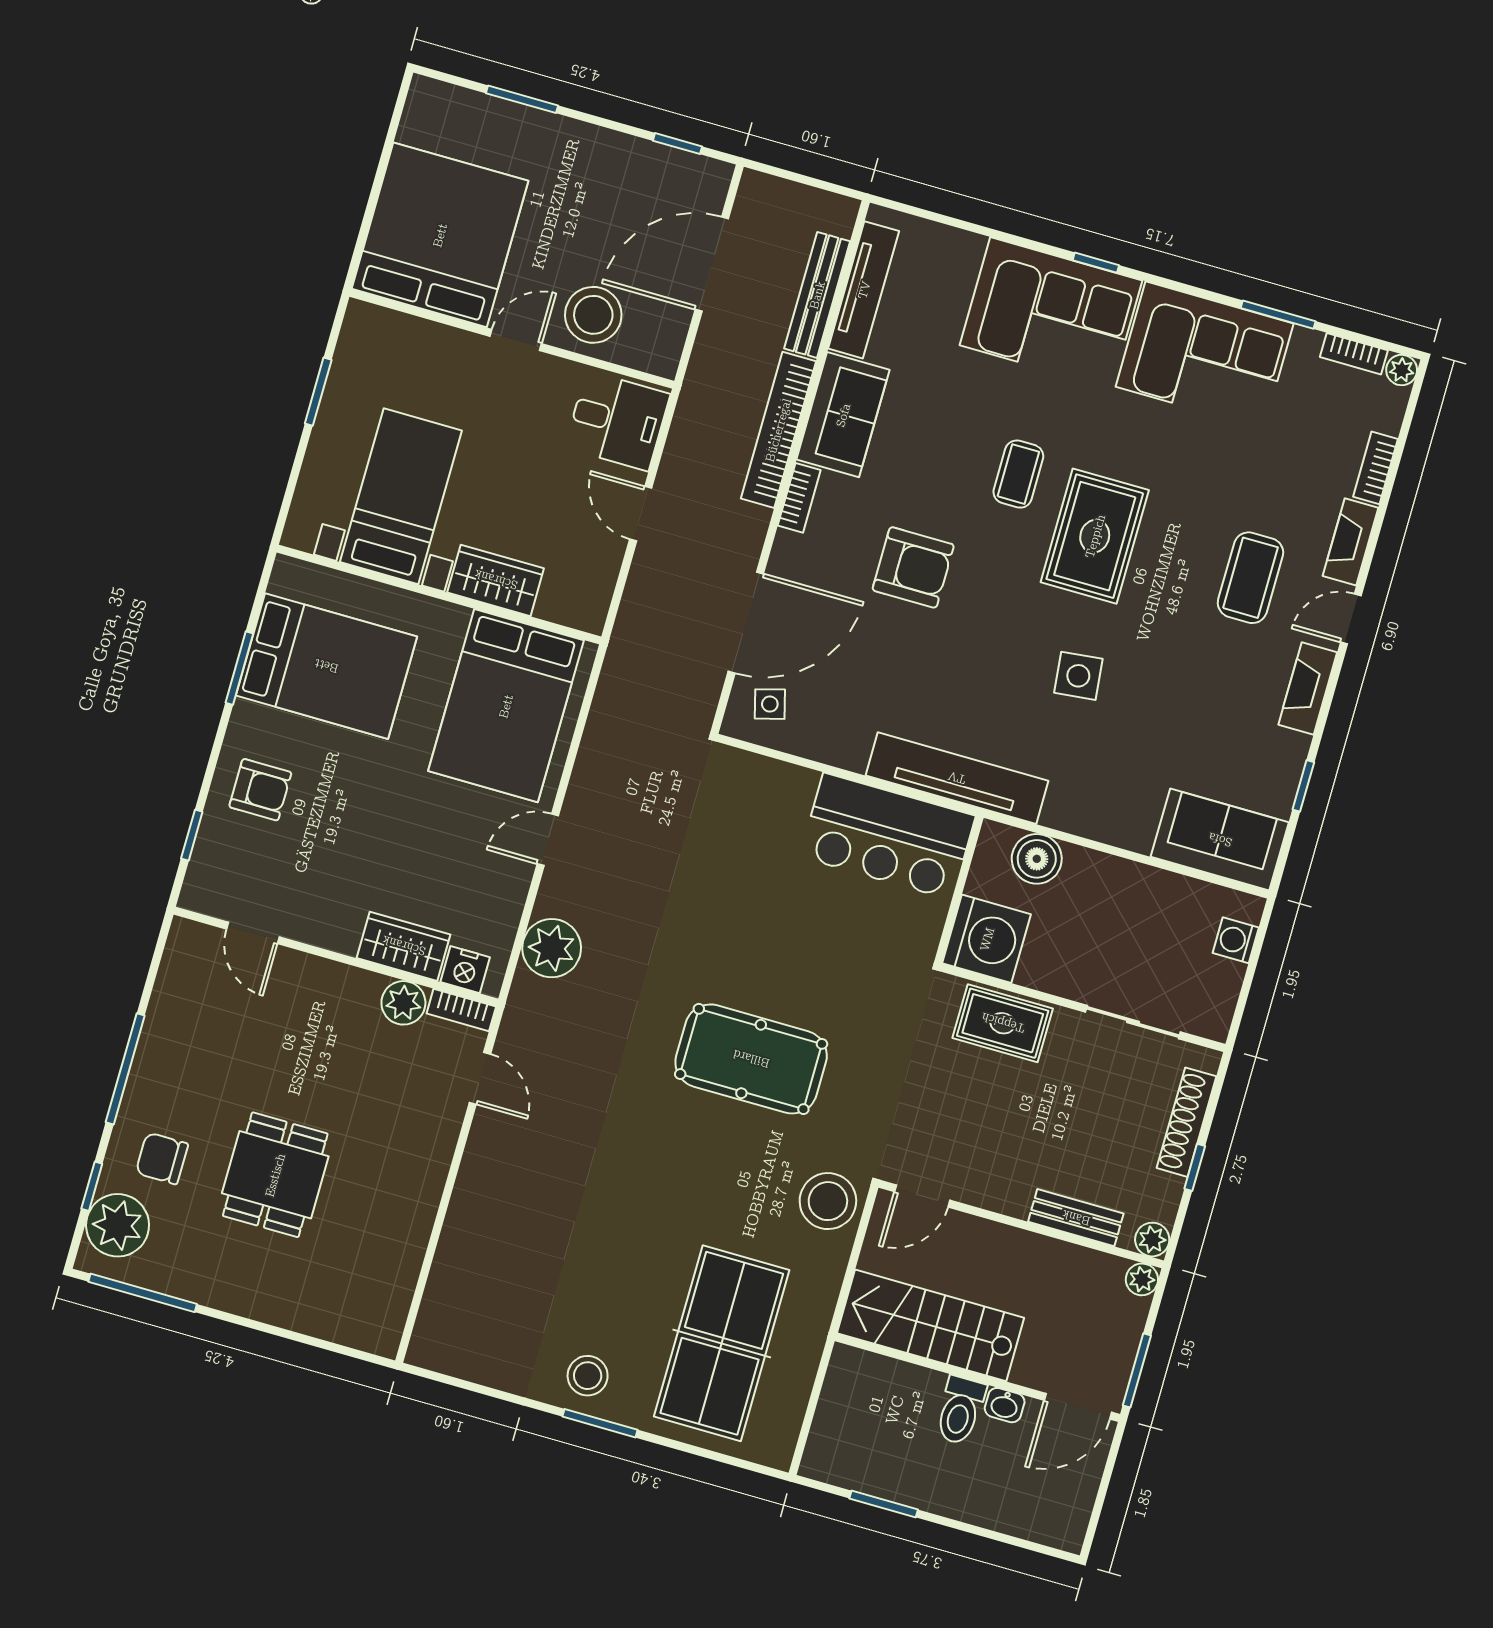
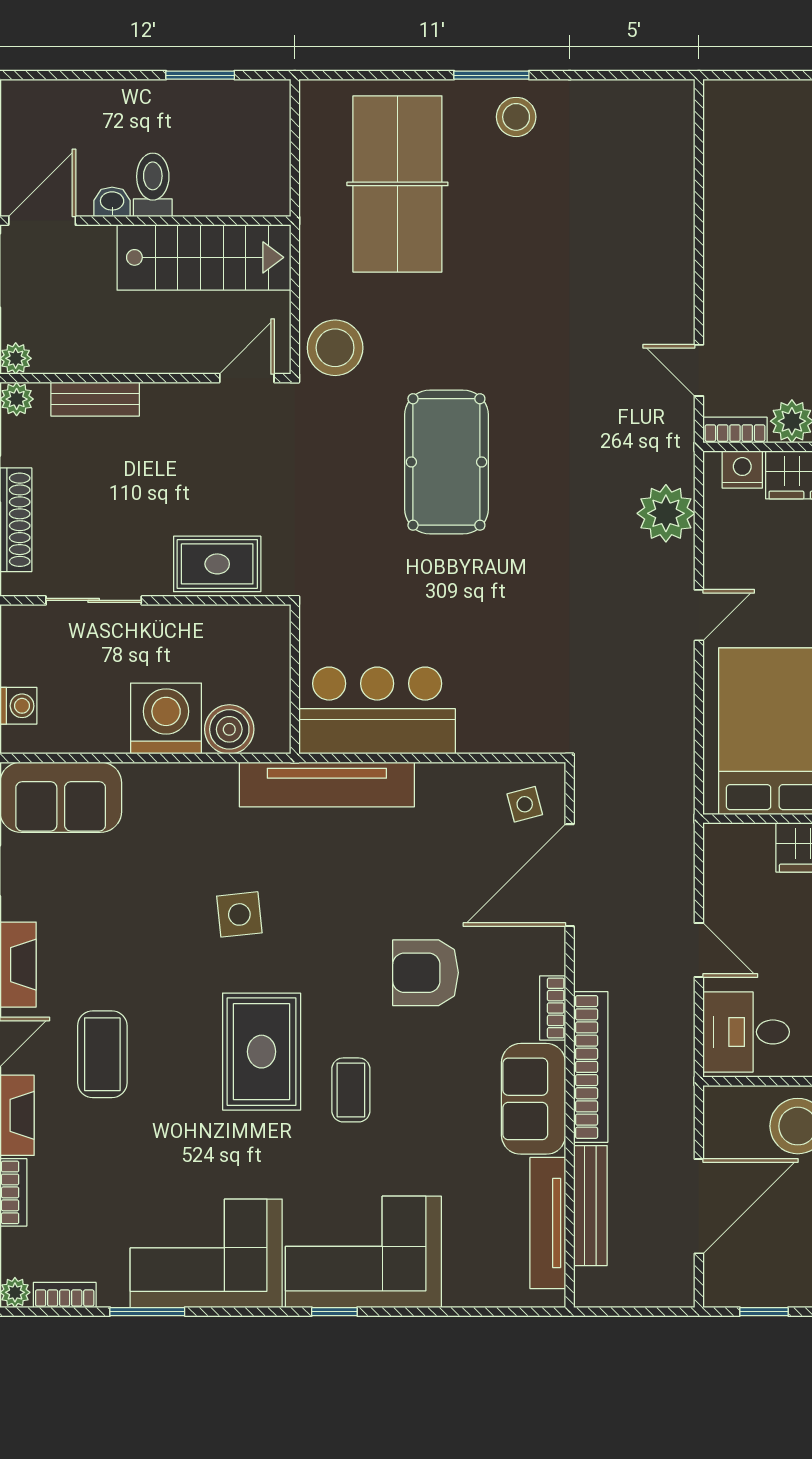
washing machine: (987, 939) -> (166, 719), moved, turned 90
pool table: (751, 1059) -> (446, 462), turned 90

